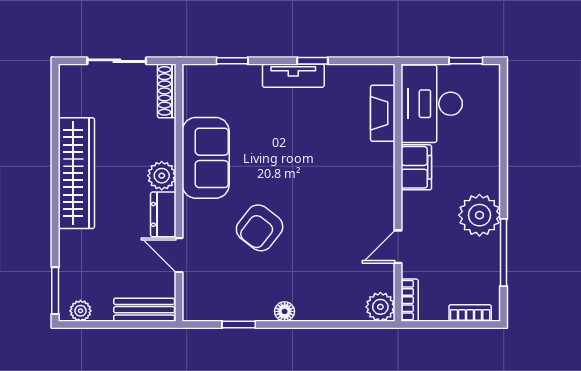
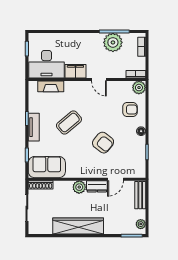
coffee table: (304, 153) -> (69, 123), added
sofa: (206, 158) -> (47, 167), moved
plant: (479, 215) -> (113, 42), moved
door: (398, 247) -> (99, 80), moved
armchair: (332, 287) -> (130, 110), added

